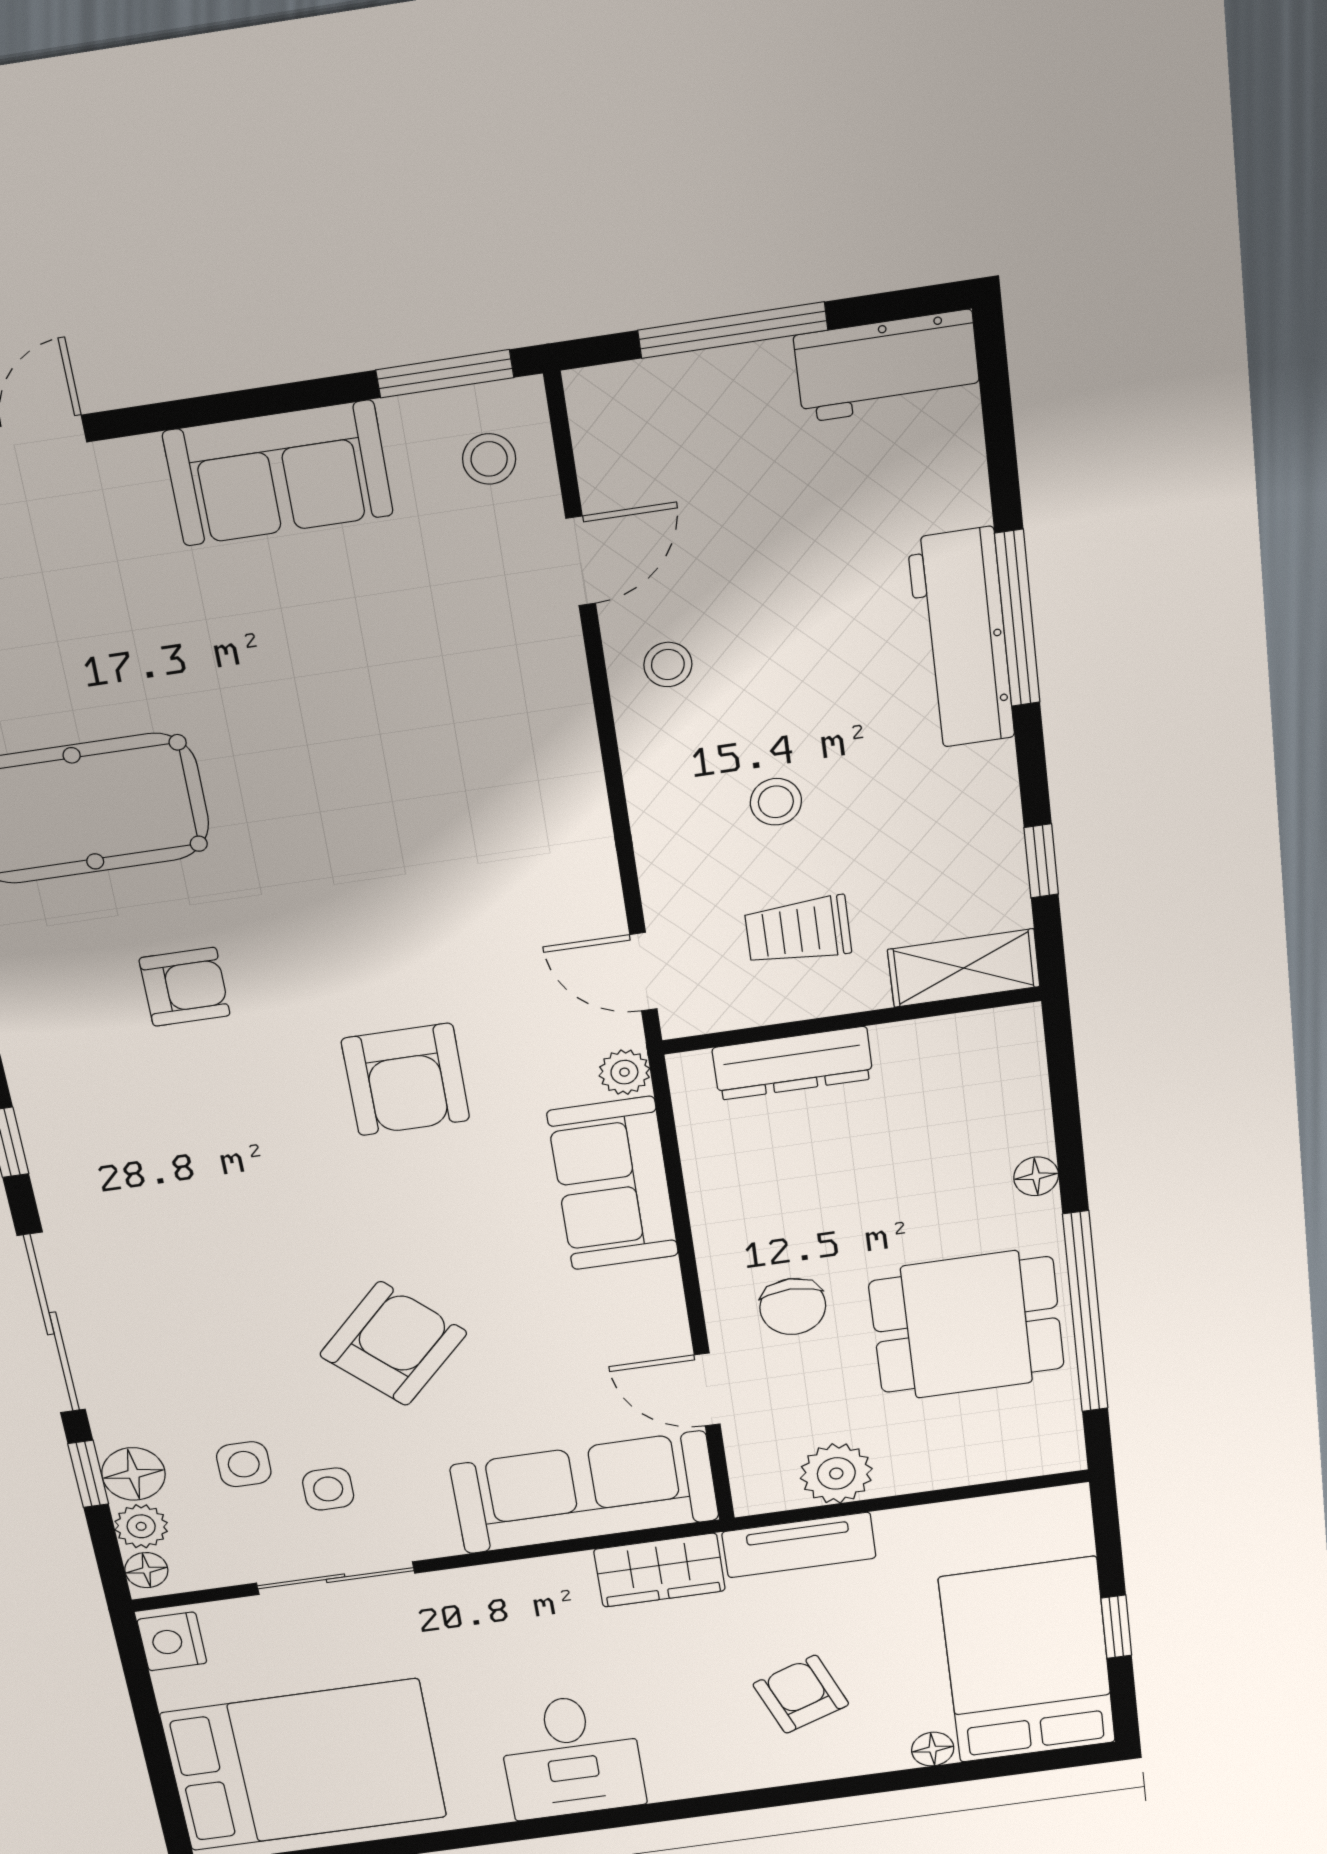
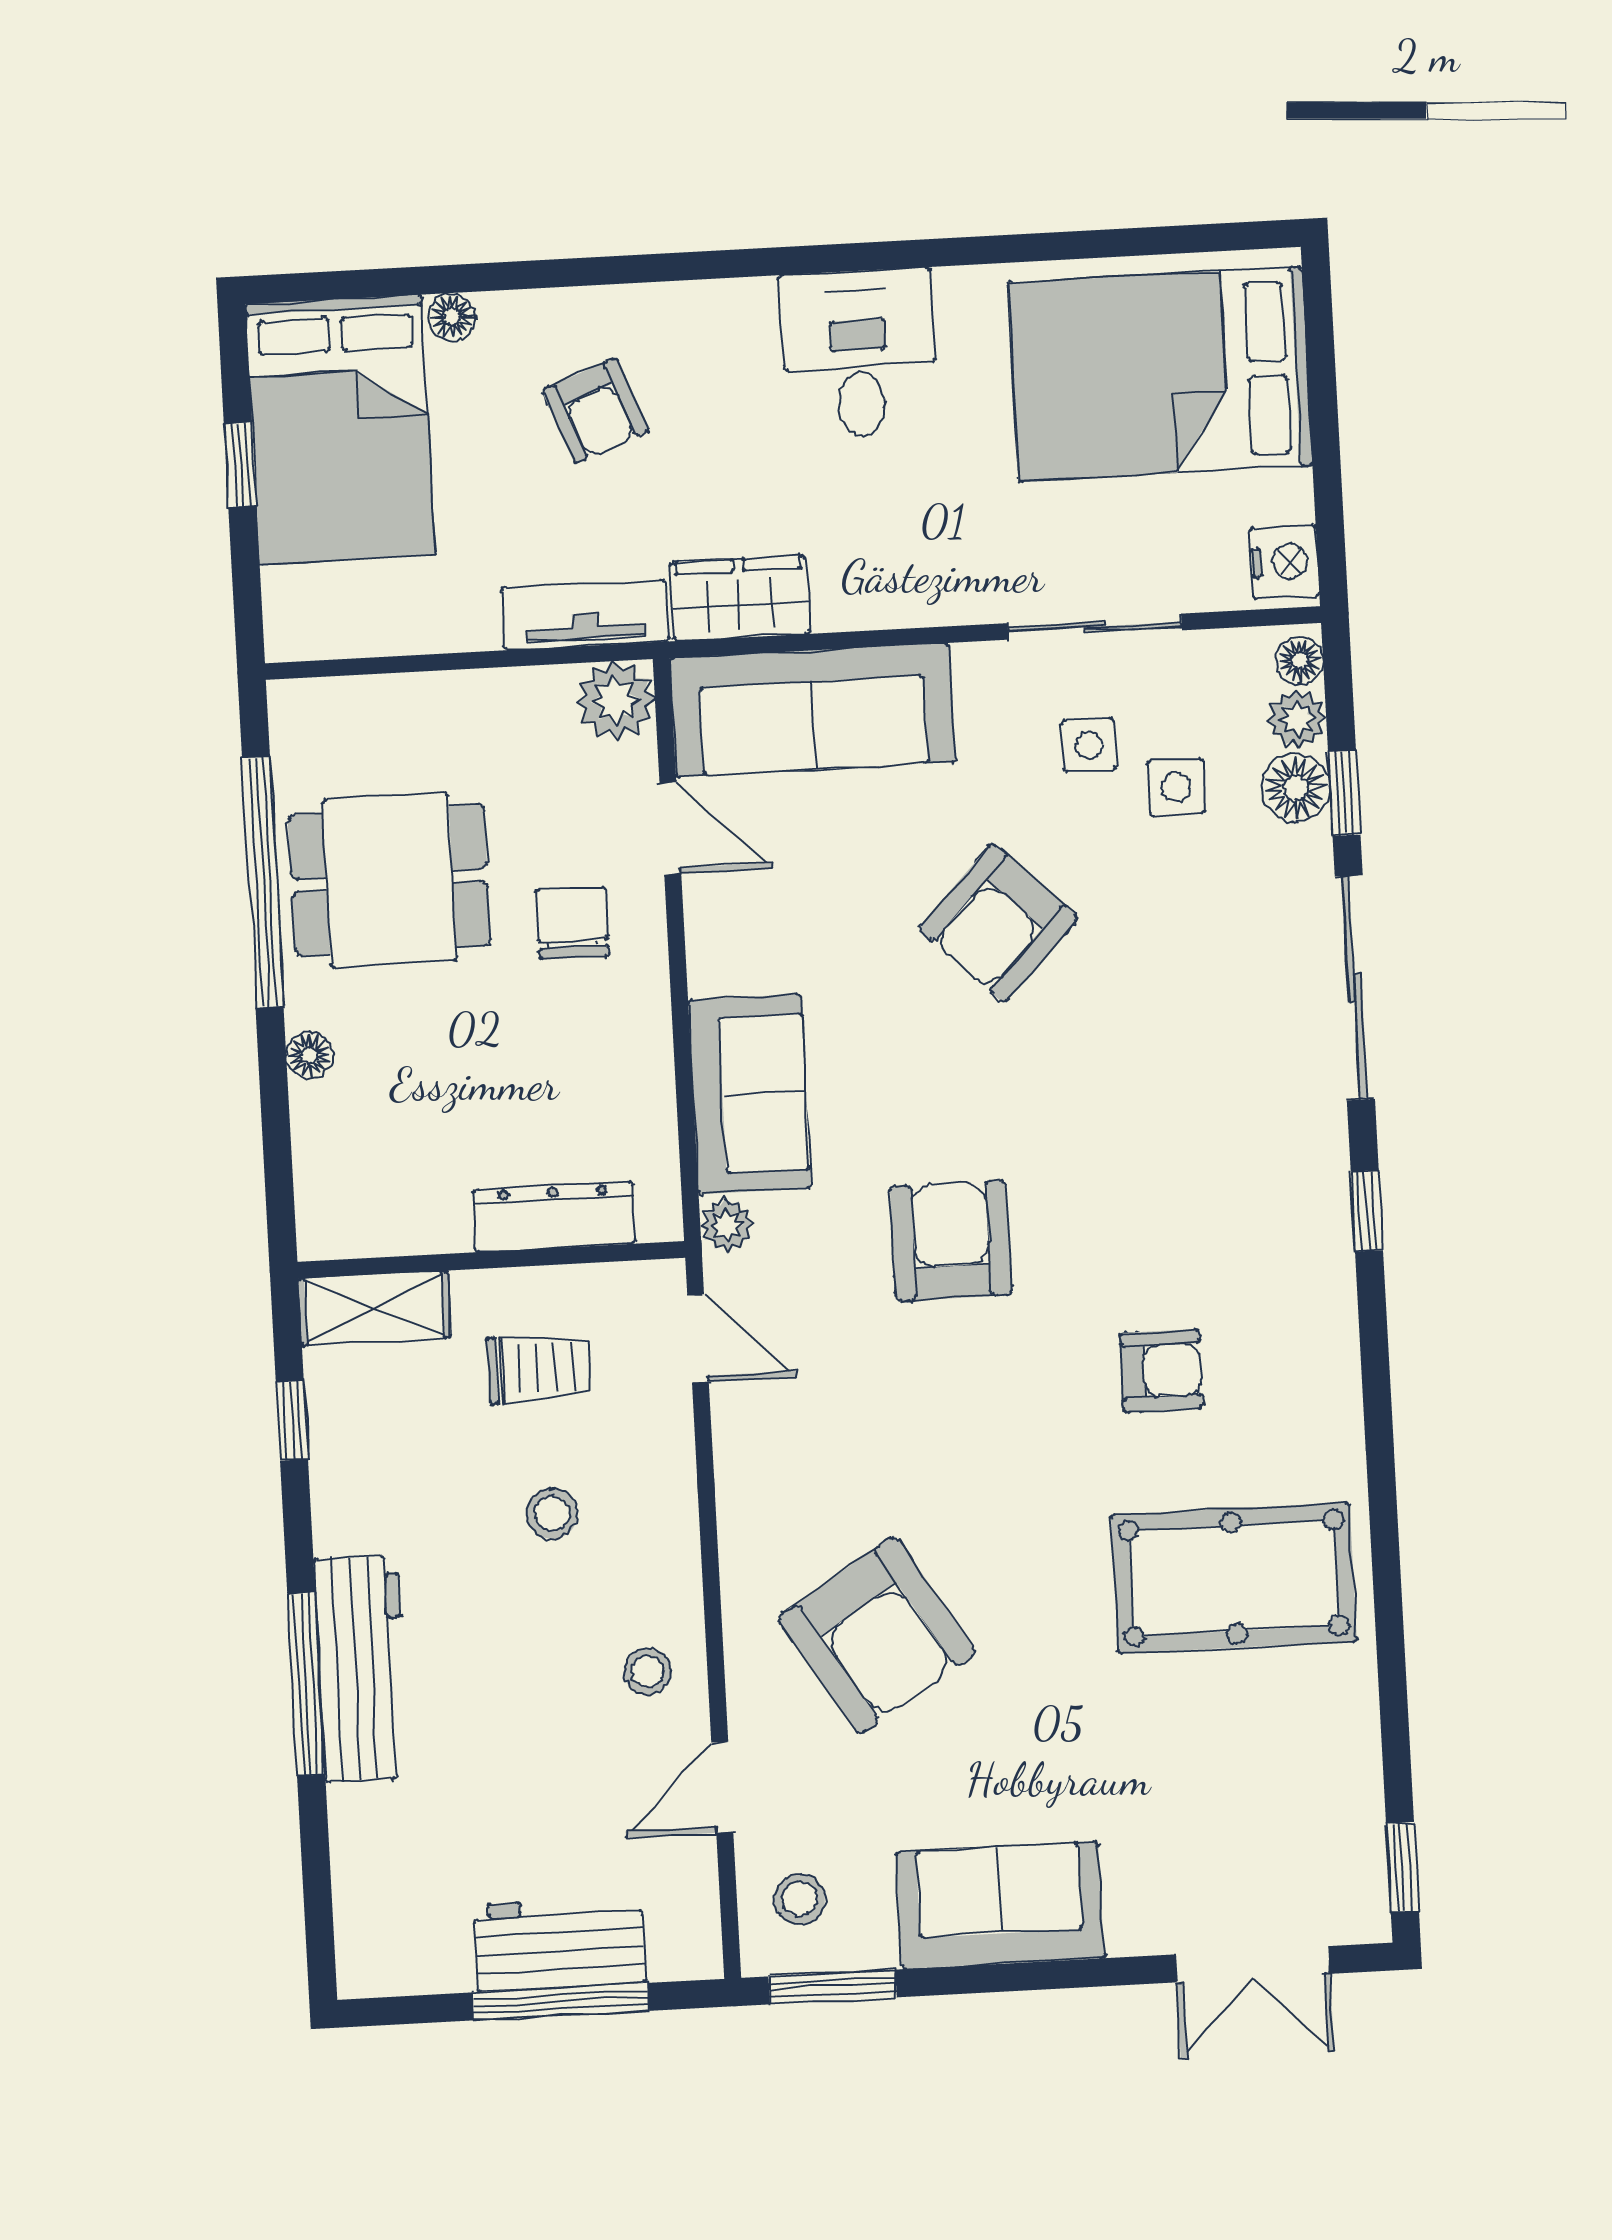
workbench: (887, 366) -> (560, 1944), moved
armchair: (437, 721) -> (877, 1635), added
armchair: (185, 987) -> (1161, 1371), turned 180
plant: (836, 1473) -> (616, 701), moved

